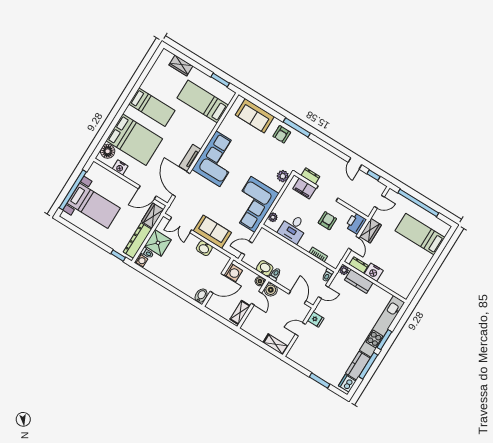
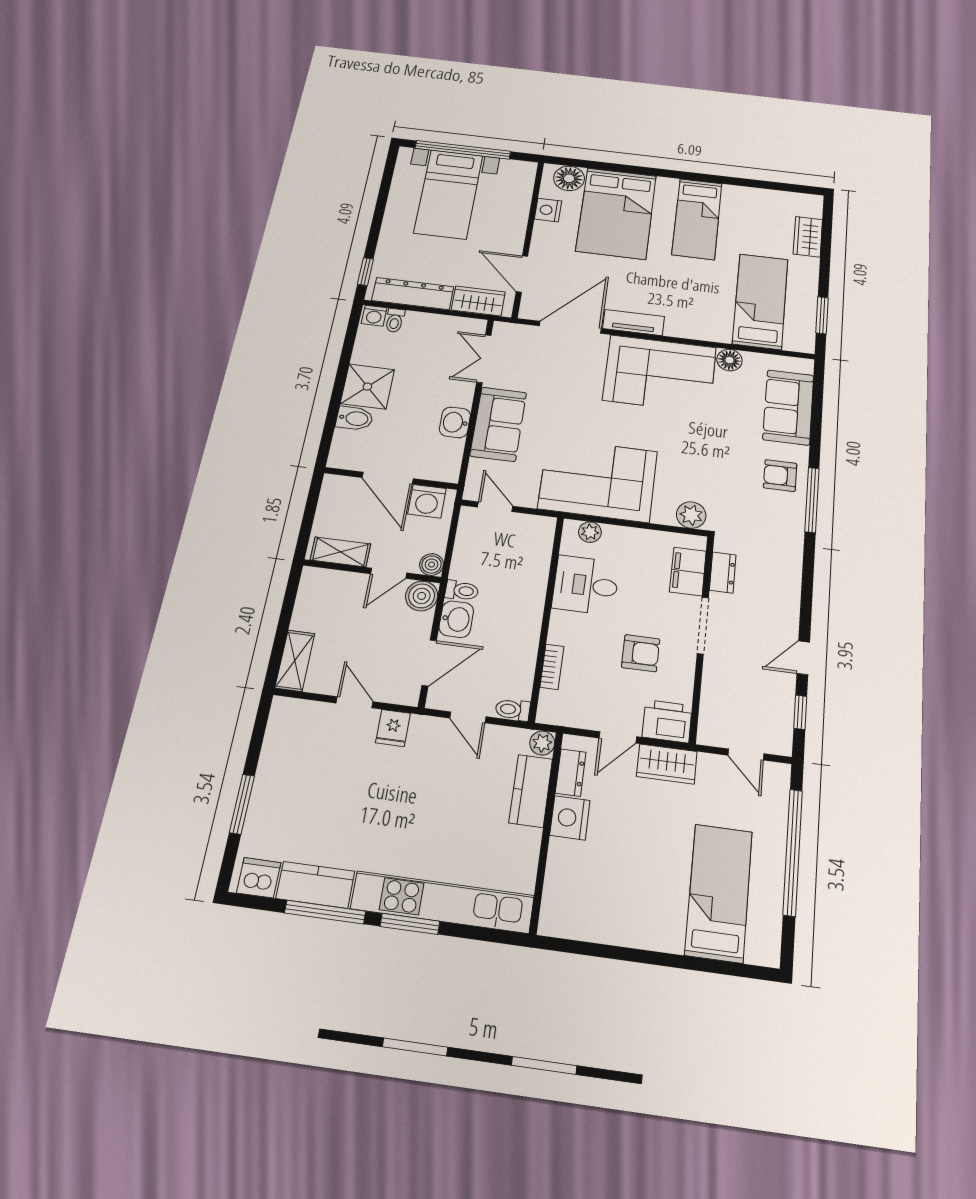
floor lamp: (224, 128) -> (729, 360), added
shower: (158, 243) -> (367, 387), moved
washbasin: (265, 268) -> (456, 619), moved
bidet: (201, 296) -> (355, 418), moved

